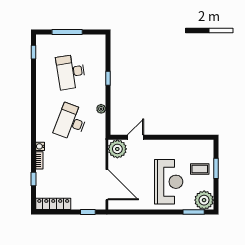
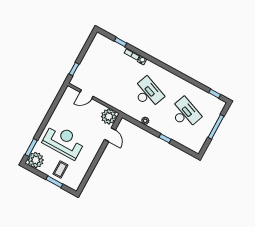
desk: (71, 72) -> (185, 113), turned 30
reception desk: (169, 182) -> (64, 141), turned 180
door: (107, 185) -> (87, 94), width x0.53
locker: (53, 204) -> (94, 47), removed

